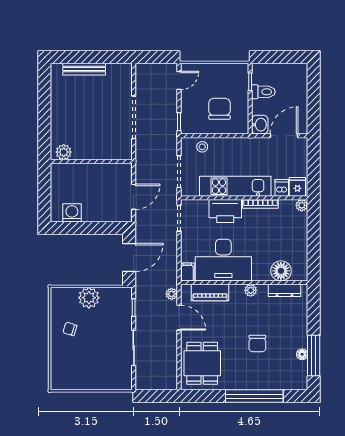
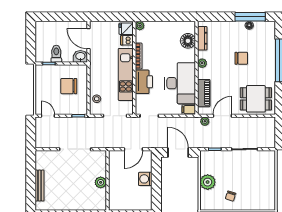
plant: (64, 152) -> (101, 182), moved
door: (134, 197) -> (133, 149), swing flipped
washing machine: (72, 213) -> (145, 179), moved

